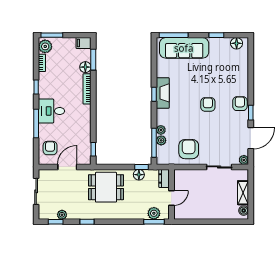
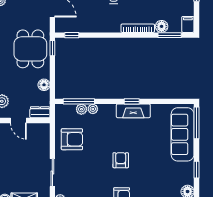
armchair: (208, 104) -> (121, 160), turned -90
window: (141, 167) -> (52, 48), moved

